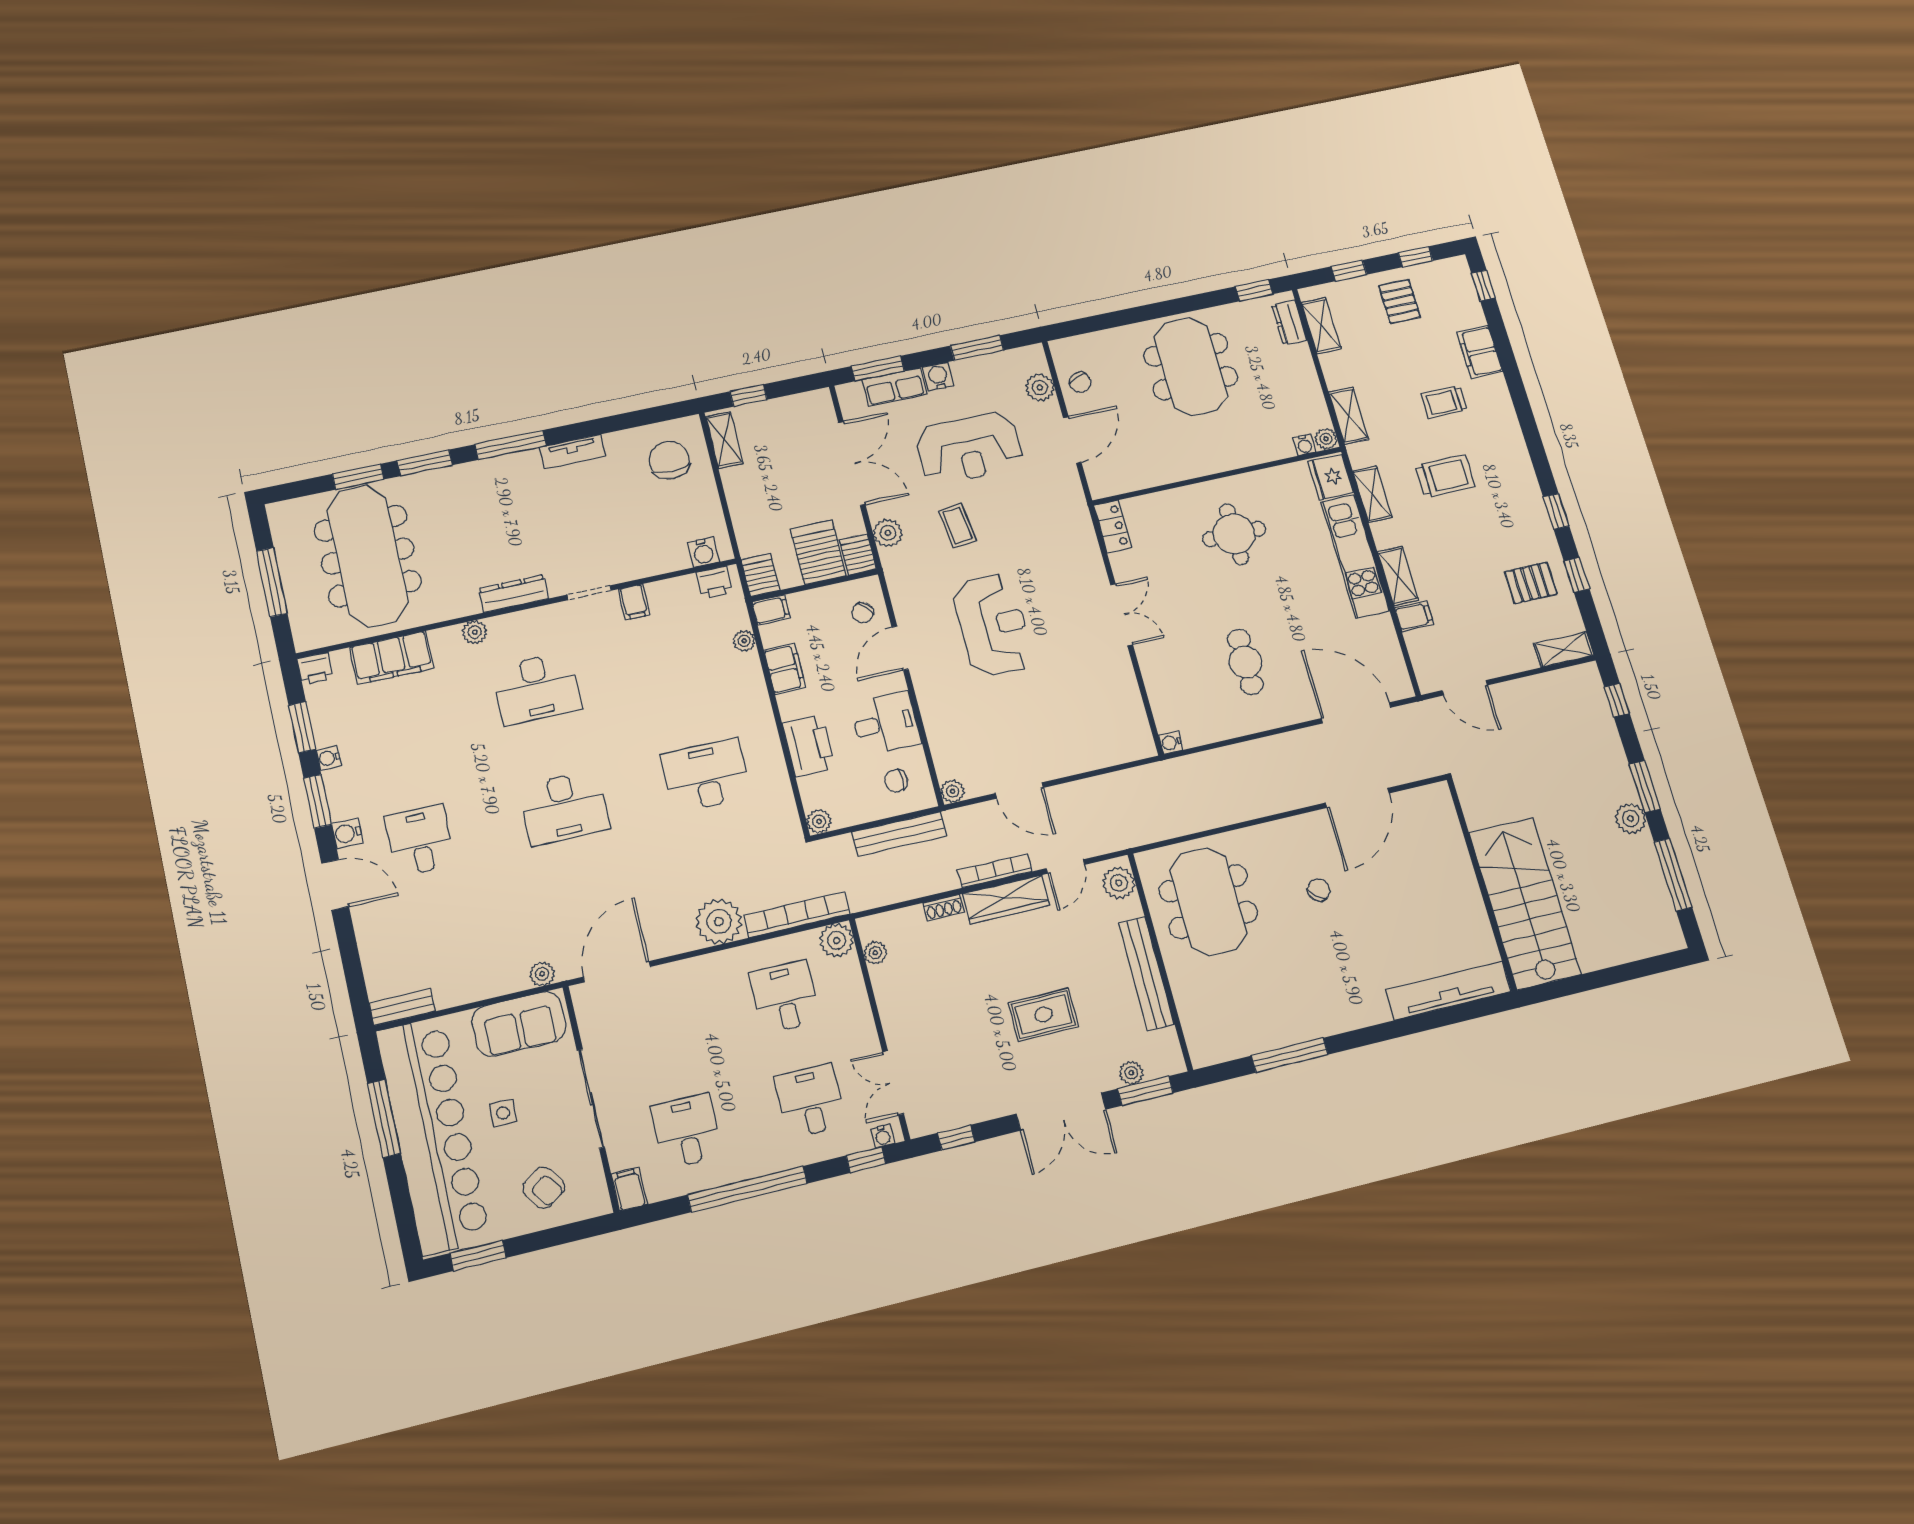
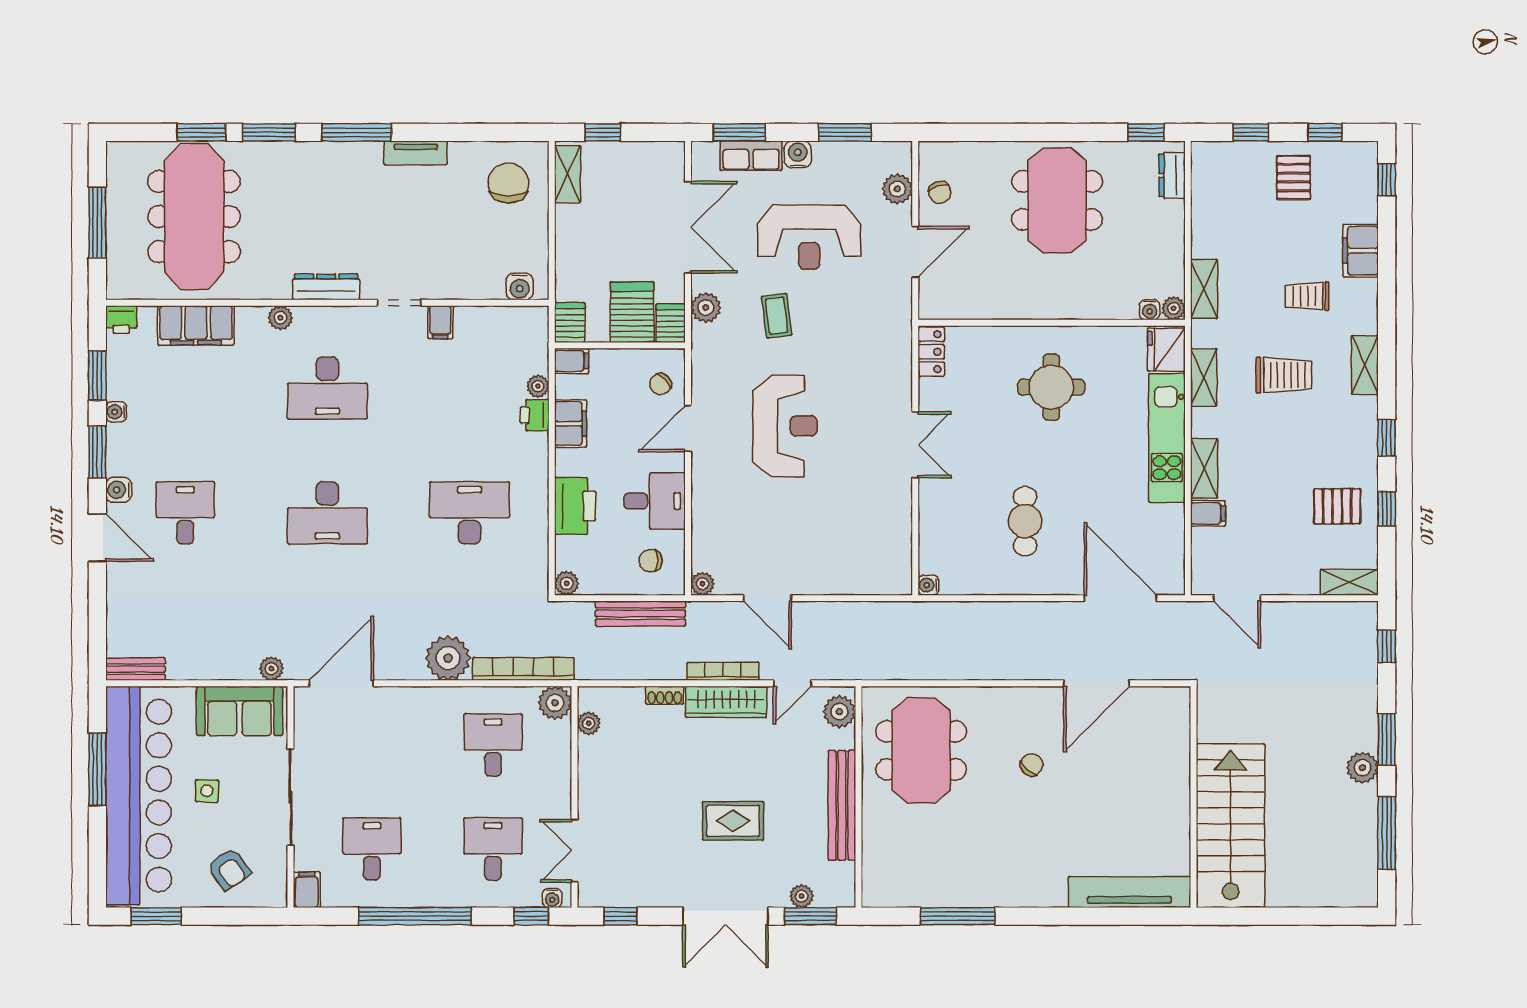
shelving: (1321, 326) -> (1365, 365), moved
printer: (714, 582) -> (535, 415), moved, turned 90

